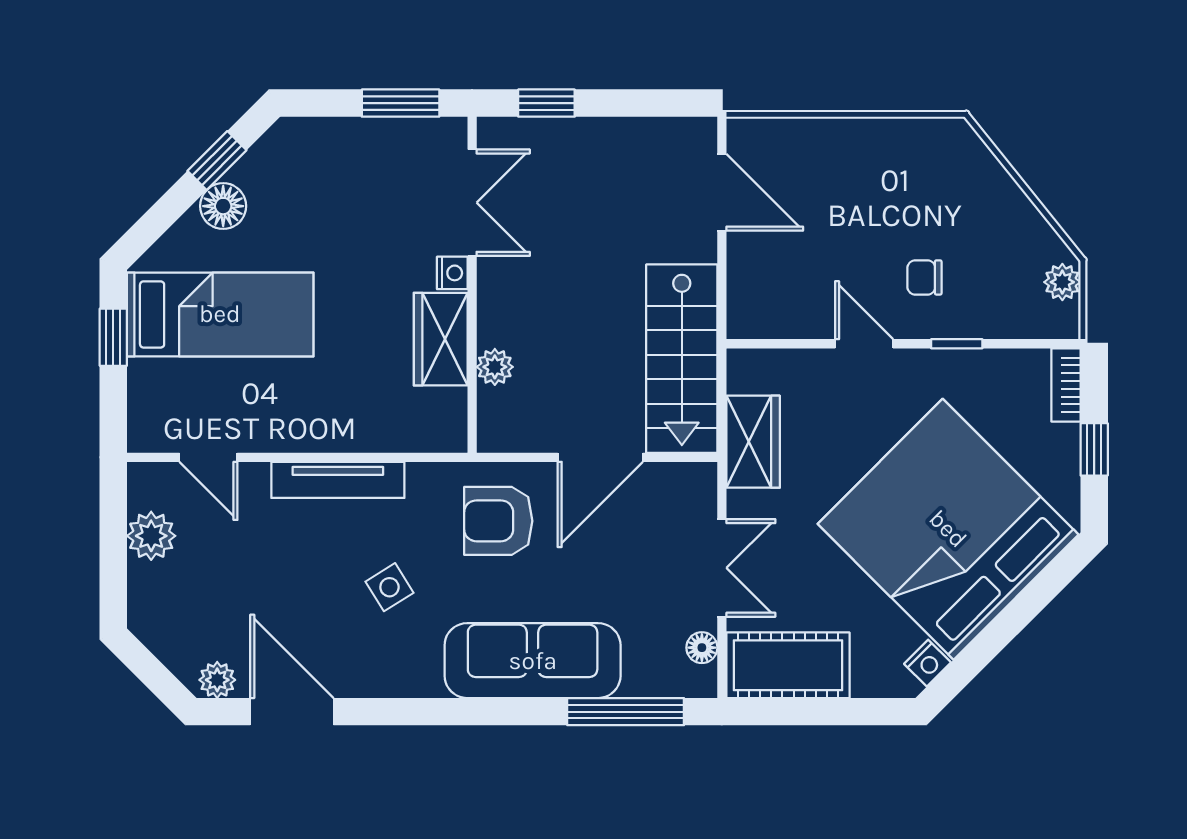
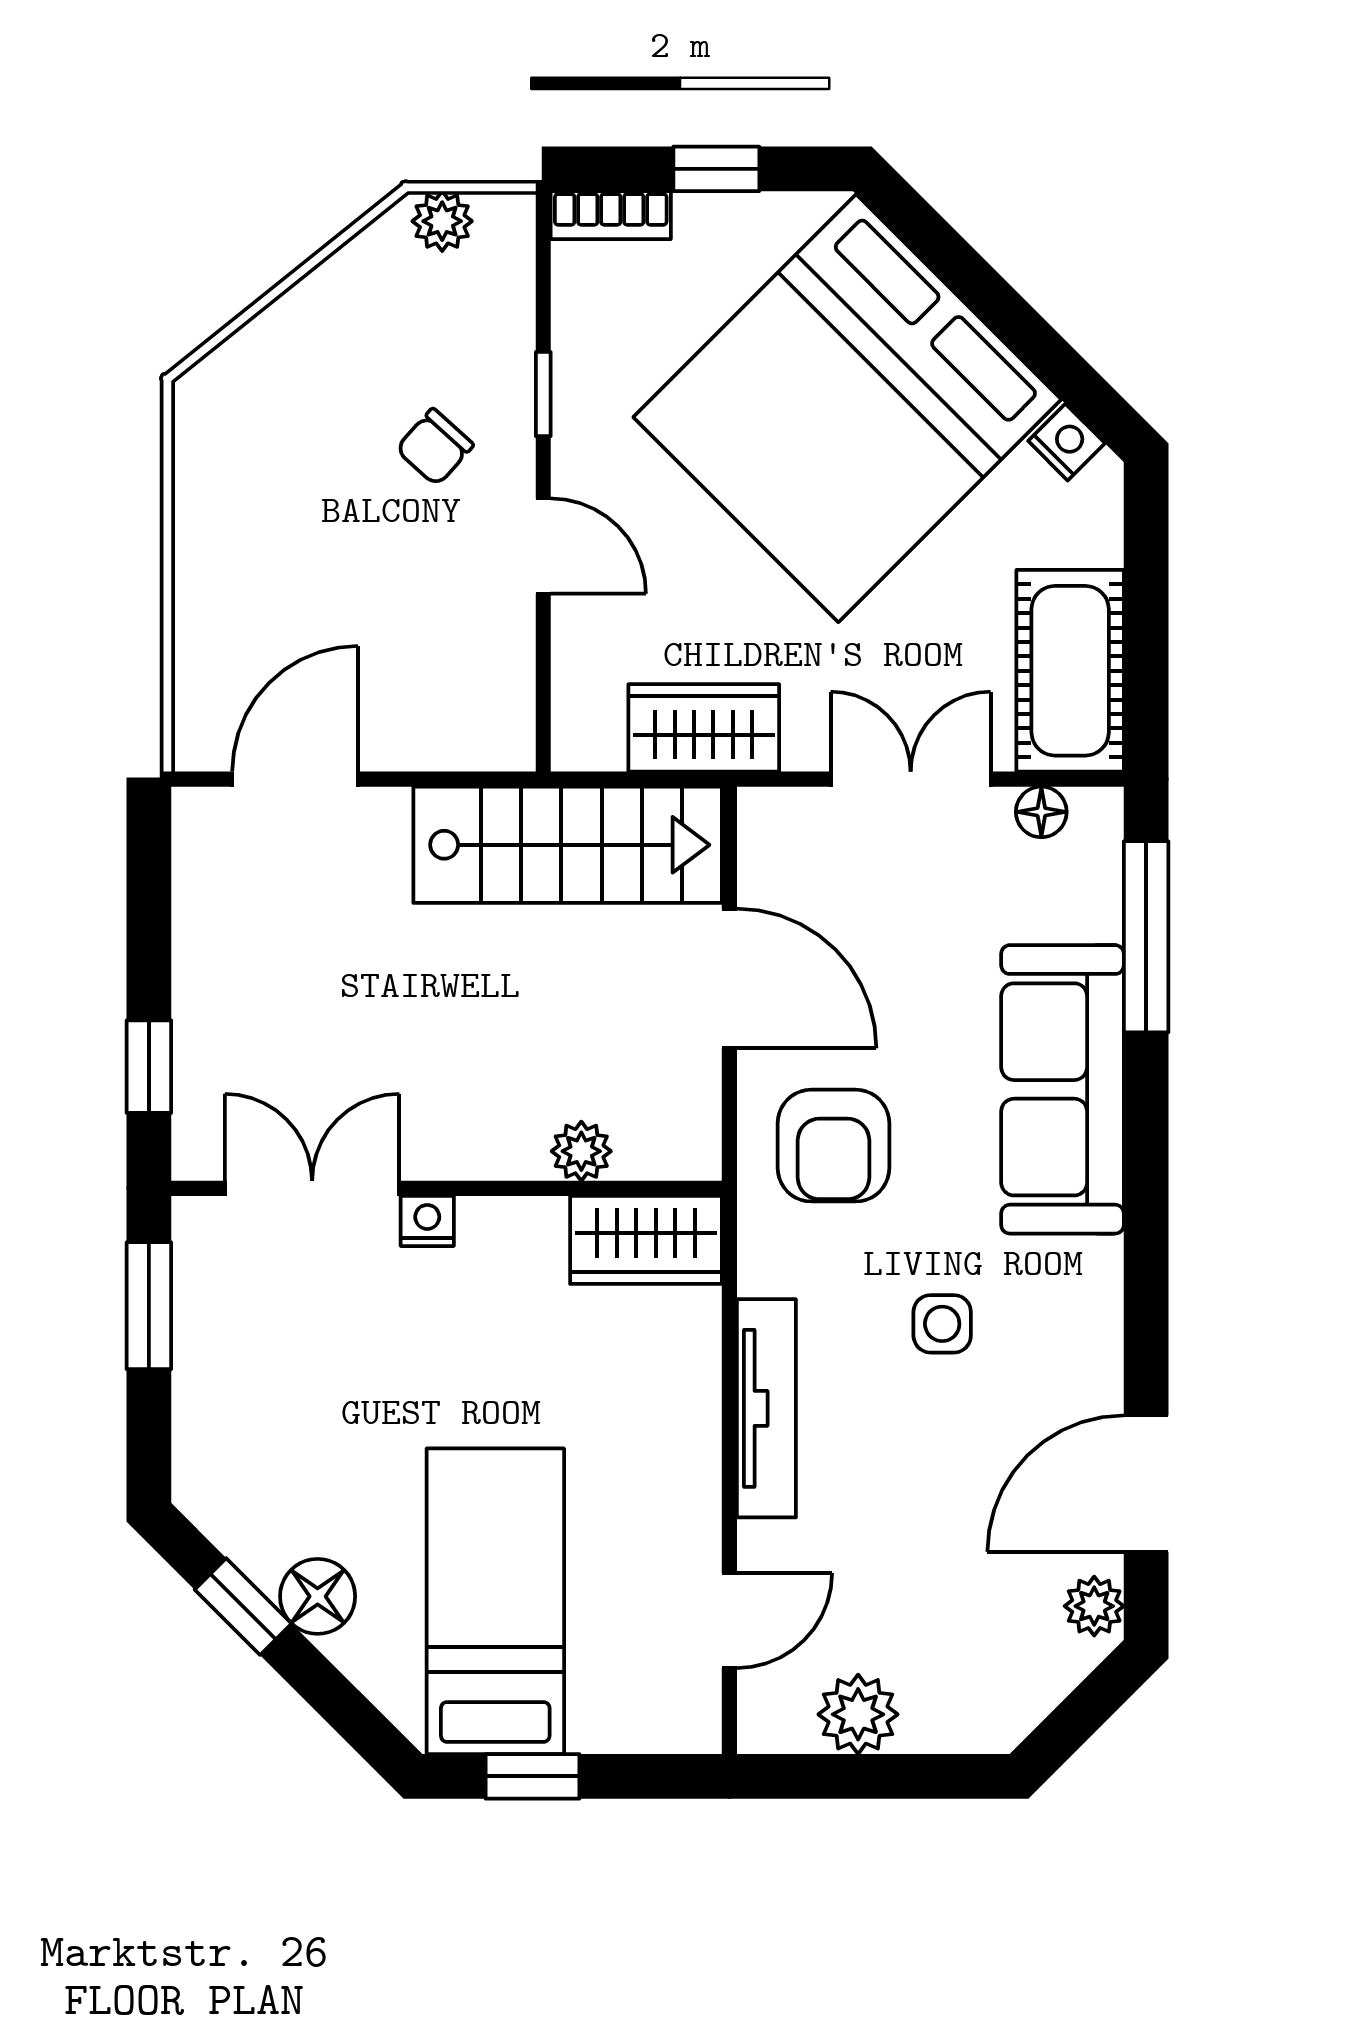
chair: (924, 277) -> (435, 447), turned 42
wardrobe: (441, 339) -> (646, 1240), moved
door: (864, 344) -> (543, 546), swing flipped
side table: (389, 587) -> (942, 1324), turned 32

